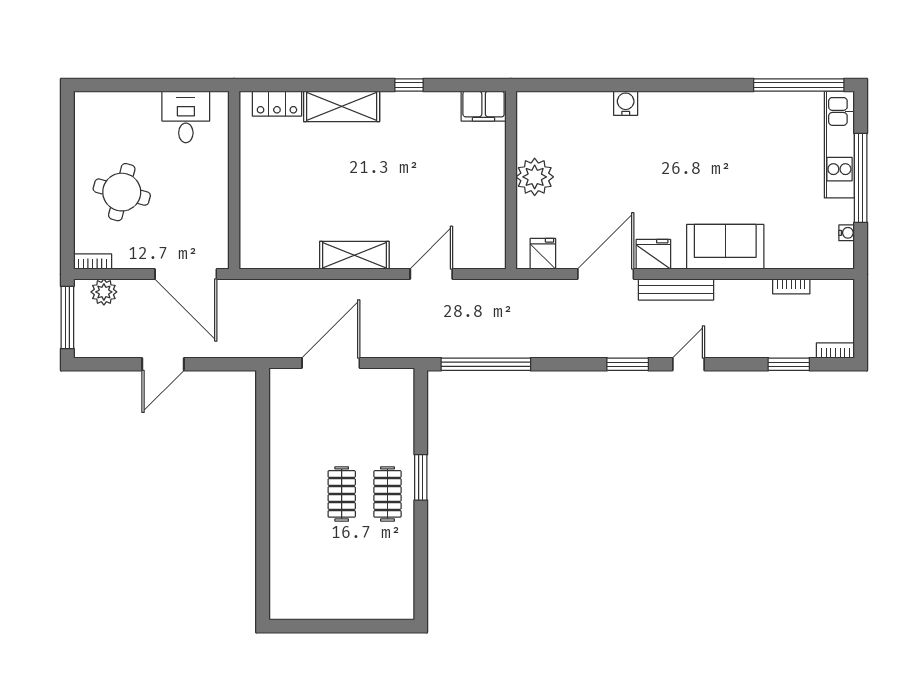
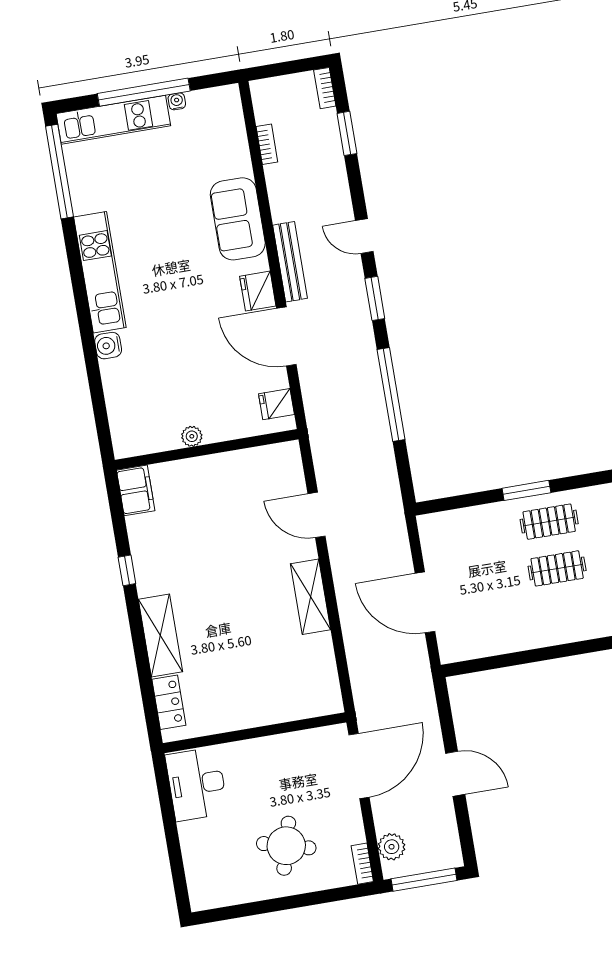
kitchen unit: (697, 107) -> (100, 272), added
desk: (186, 117) -> (197, 784), width x1.37
plant: (535, 177) -> (192, 436), width x0.53, depth x0.53
water cooler: (847, 233) -> (177, 101), moved
window: (486, 364) -> (391, 394), moved

